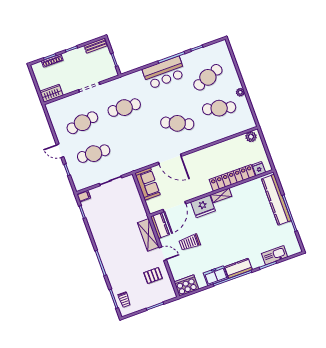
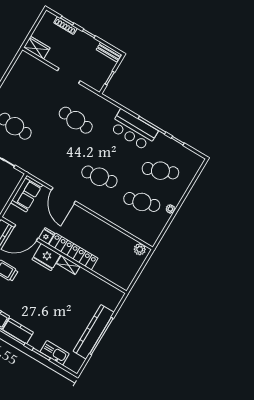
cafe table: (219, 108) -> (142, 202), turned -30
cafe table: (82, 123) -> (33, 95), removed
cafe table: (177, 123) -> (99, 177), turned -33
fridge: (259, 169) -> (46, 236), moved
locker: (232, 178) -> (73, 251), moved
kitchen counter: (276, 200) -> (94, 332), moved

